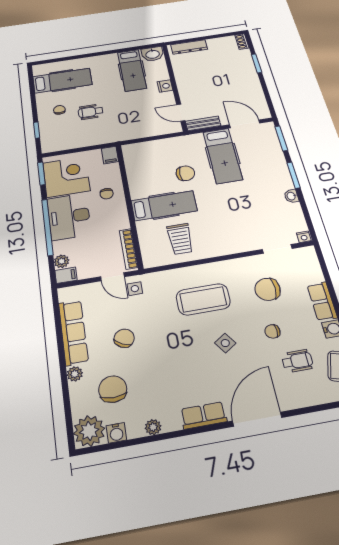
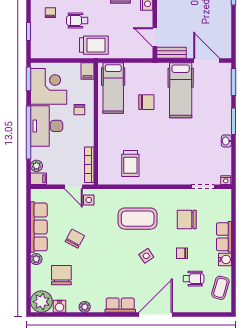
trolley: (113, 130) -> (94, 45), added
hospital bed: (164, 206) -> (113, 88), moved, turned 90

